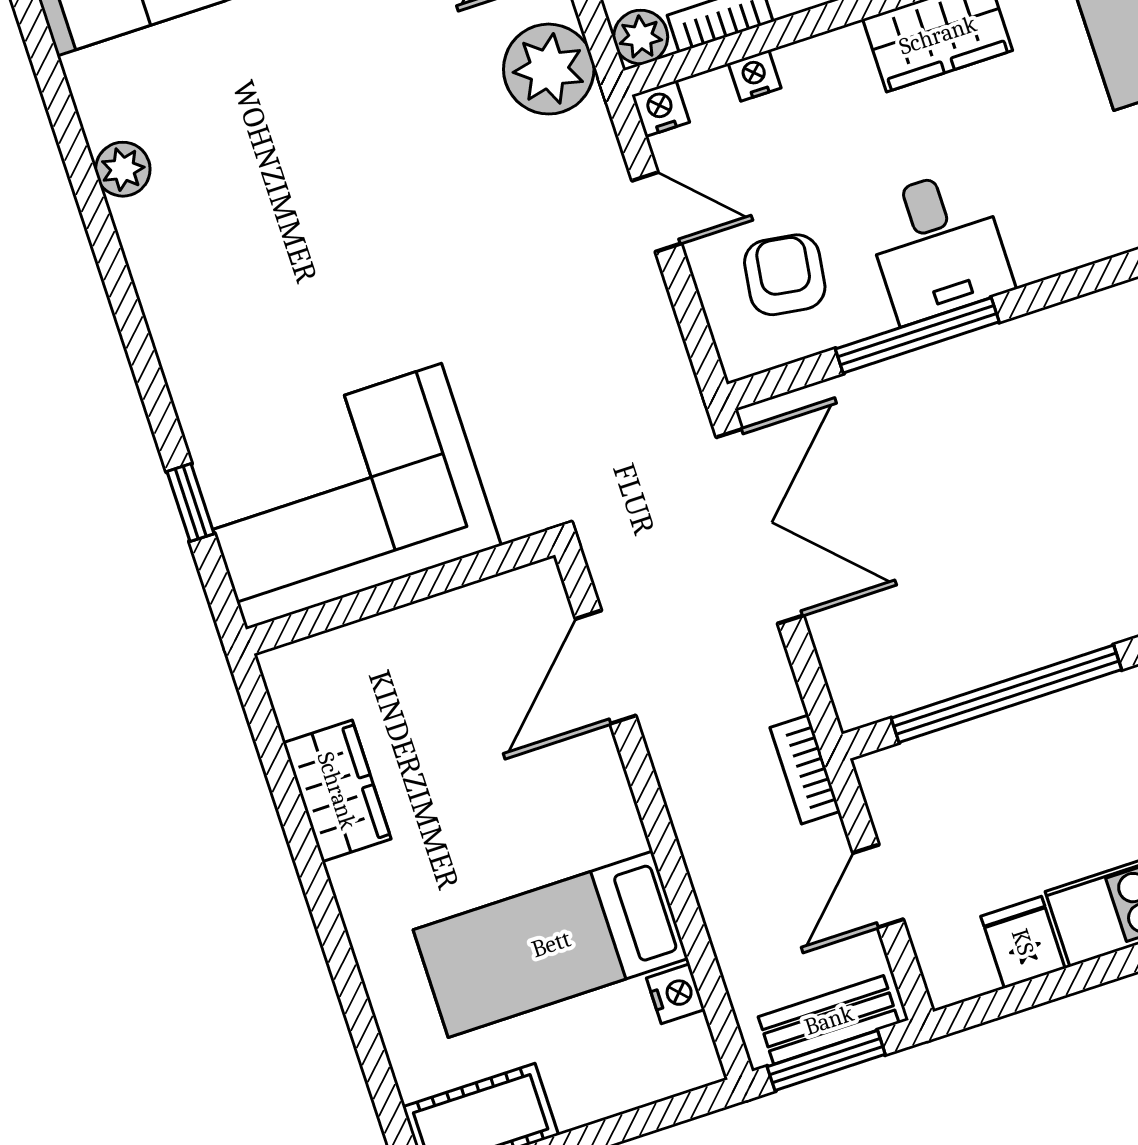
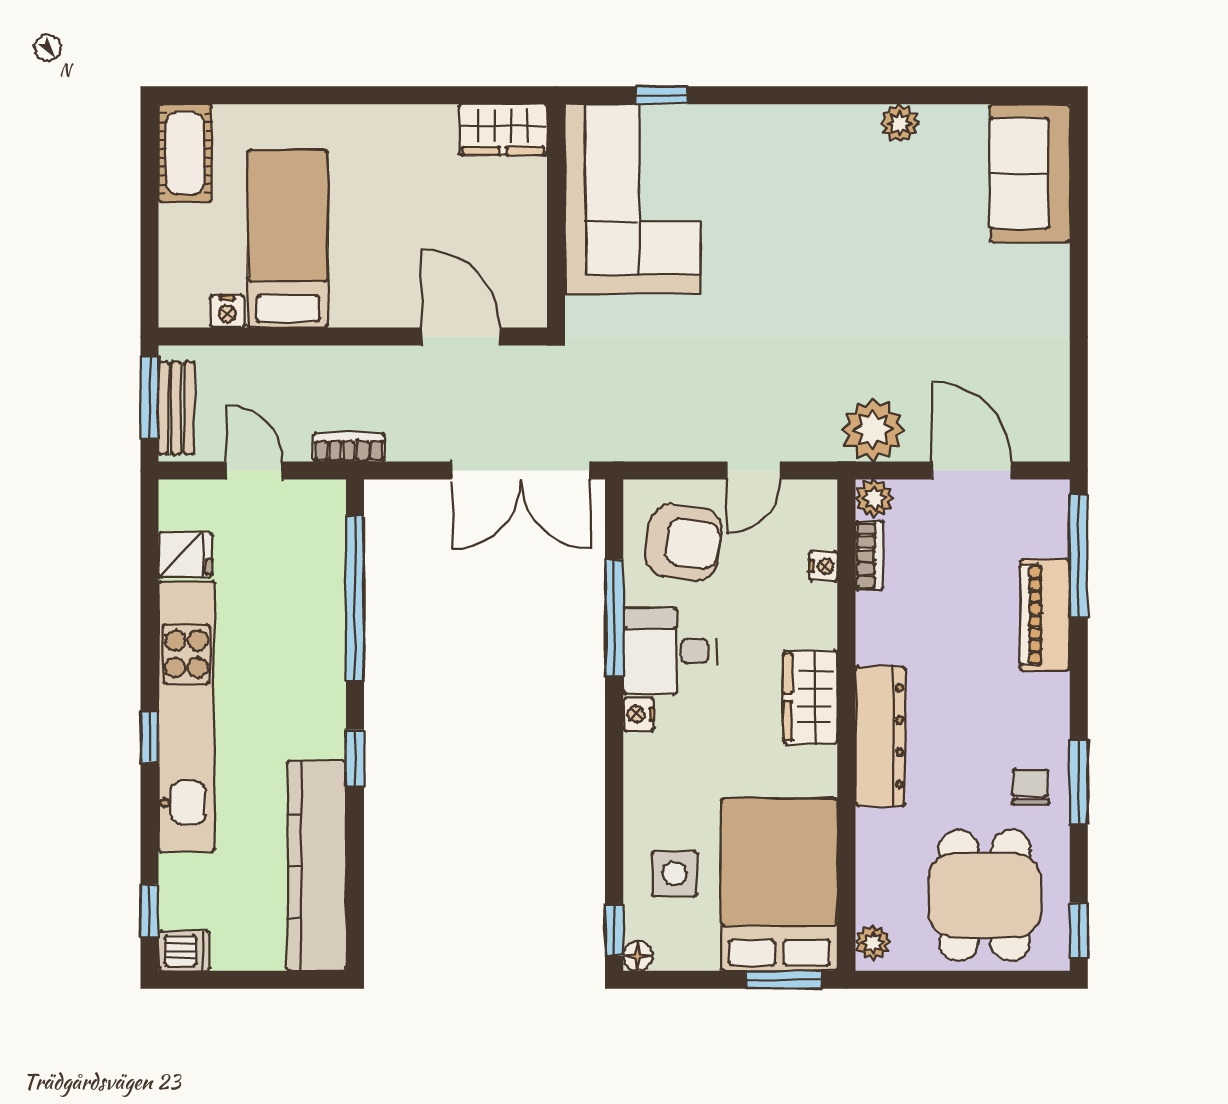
nightstand: (661, 109) -> (639, 714), moved, turned 180
armchair: (785, 275) -> (684, 542), width x1.38, depth x1.38
wardrobe: (337, 791) -> (503, 130), moved

